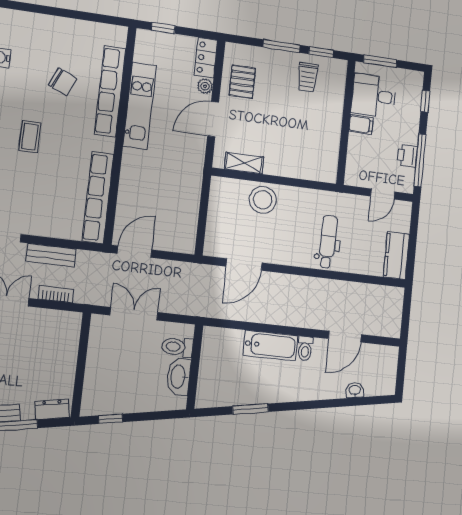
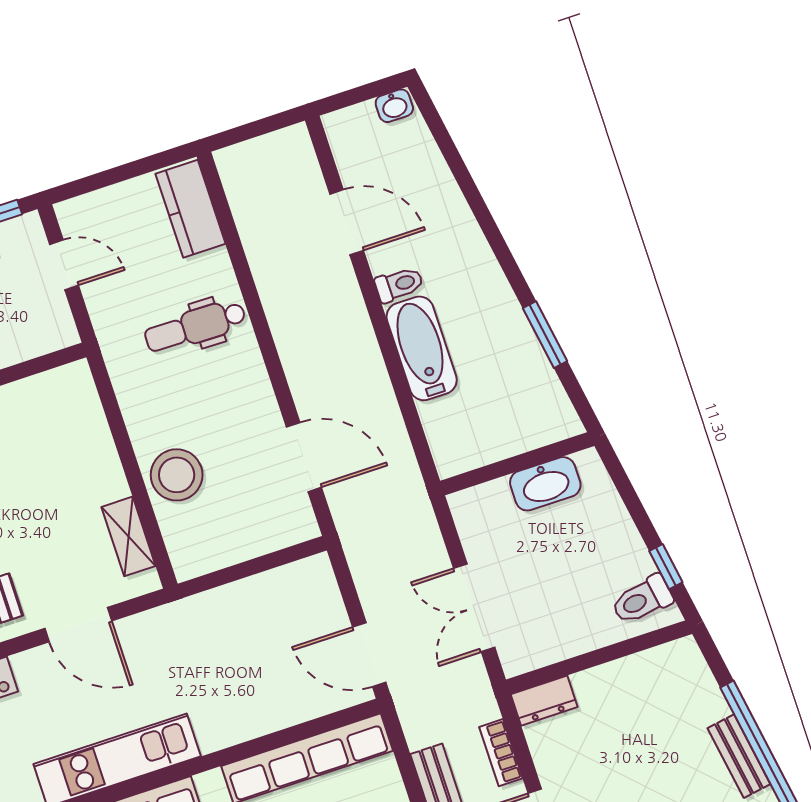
plant: (205, 86) -> (28, 665), removed
kitchen counter: (396, 256) -> (190, 209), moved, turned 90
toilet: (177, 347) -> (642, 600), moved, turned 81
washbasin: (355, 390) -> (394, 106), moved, turned -81
dresser: (52, 409) -> (544, 701), moved, turned -81

